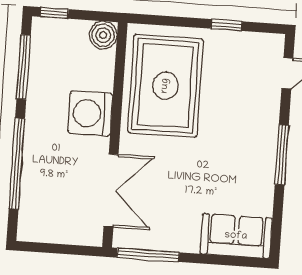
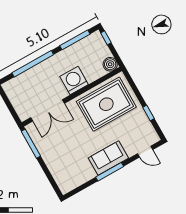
sofa: (236, 236) -> (108, 158), moved, turned -90

